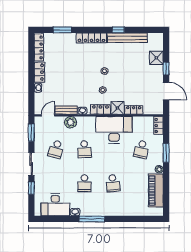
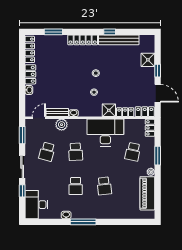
locker: (100, 109) -> (145, 112), moved
desk: (55, 205) -> (36, 205), moved, turned 90

